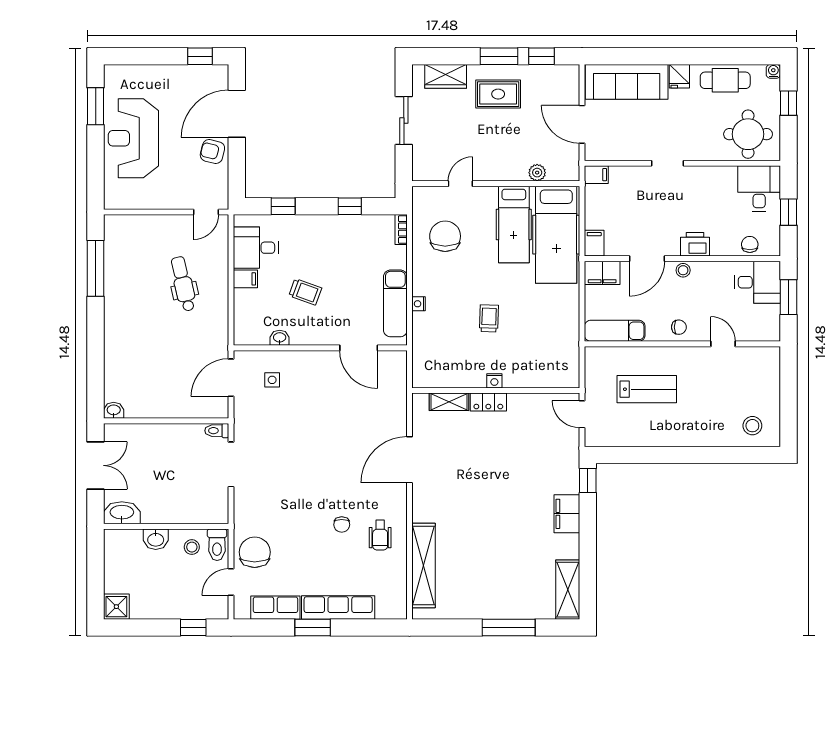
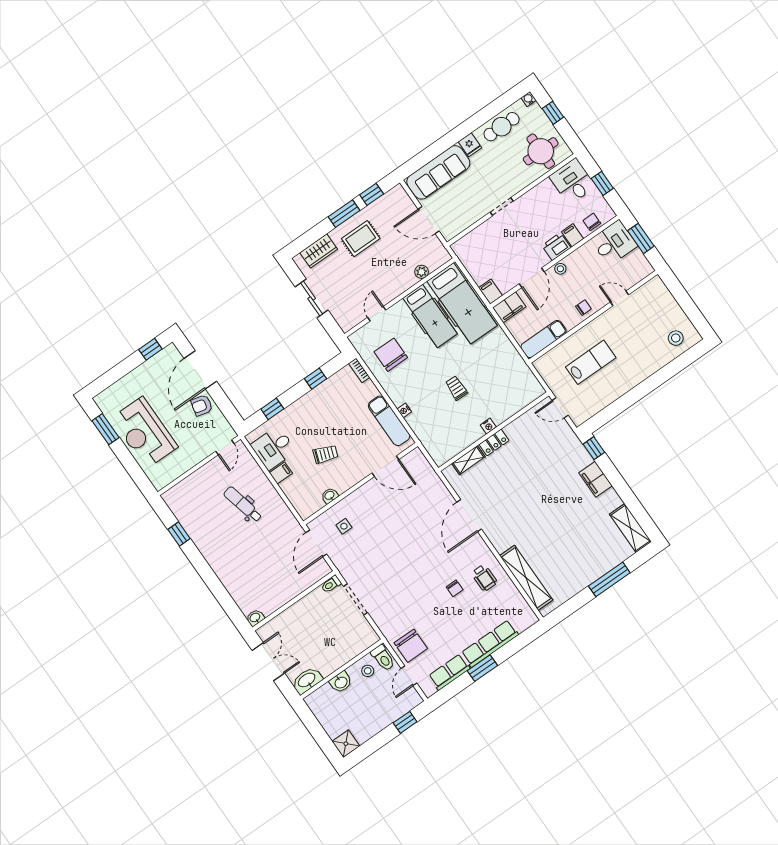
filing cabinet: (596, 175) -> (572, 235), moved, turned -90
window: (96, 268) -> (179, 534), width x0.46
chair: (255, 552) -> (411, 646), turned 180

